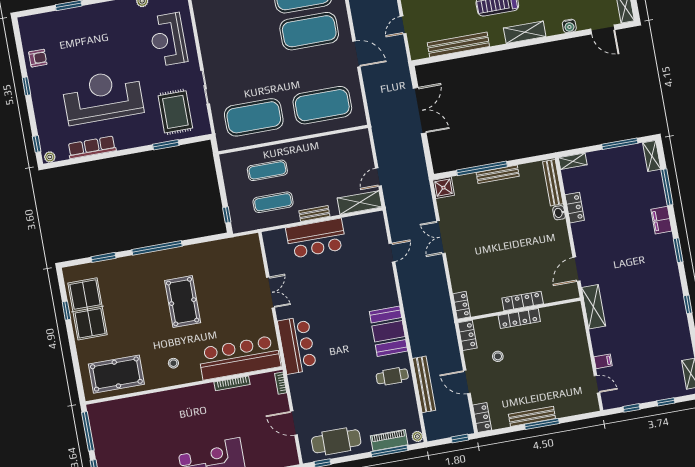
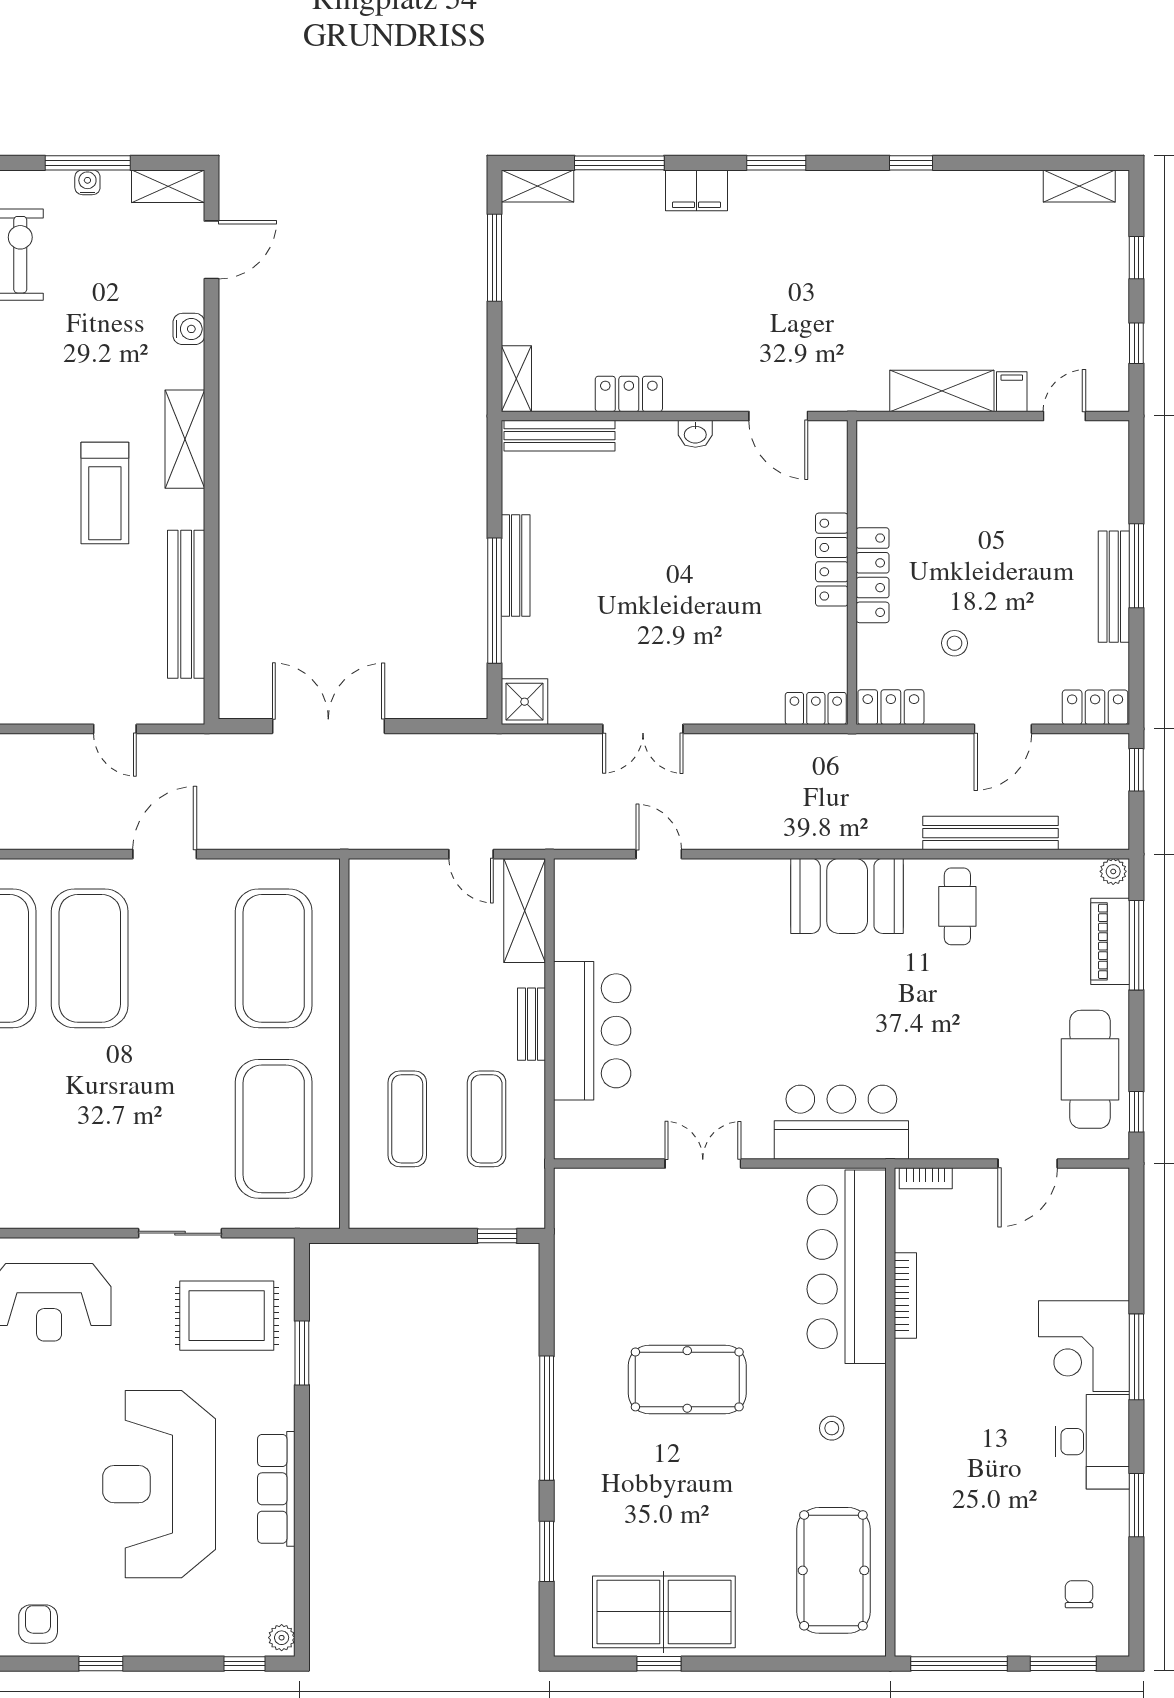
row of seats: (92, 147) -> (276, 1489), moved
washbasin: (559, 213) -> (695, 434), moved
shelving: (594, 307) -> (942, 391), moved

